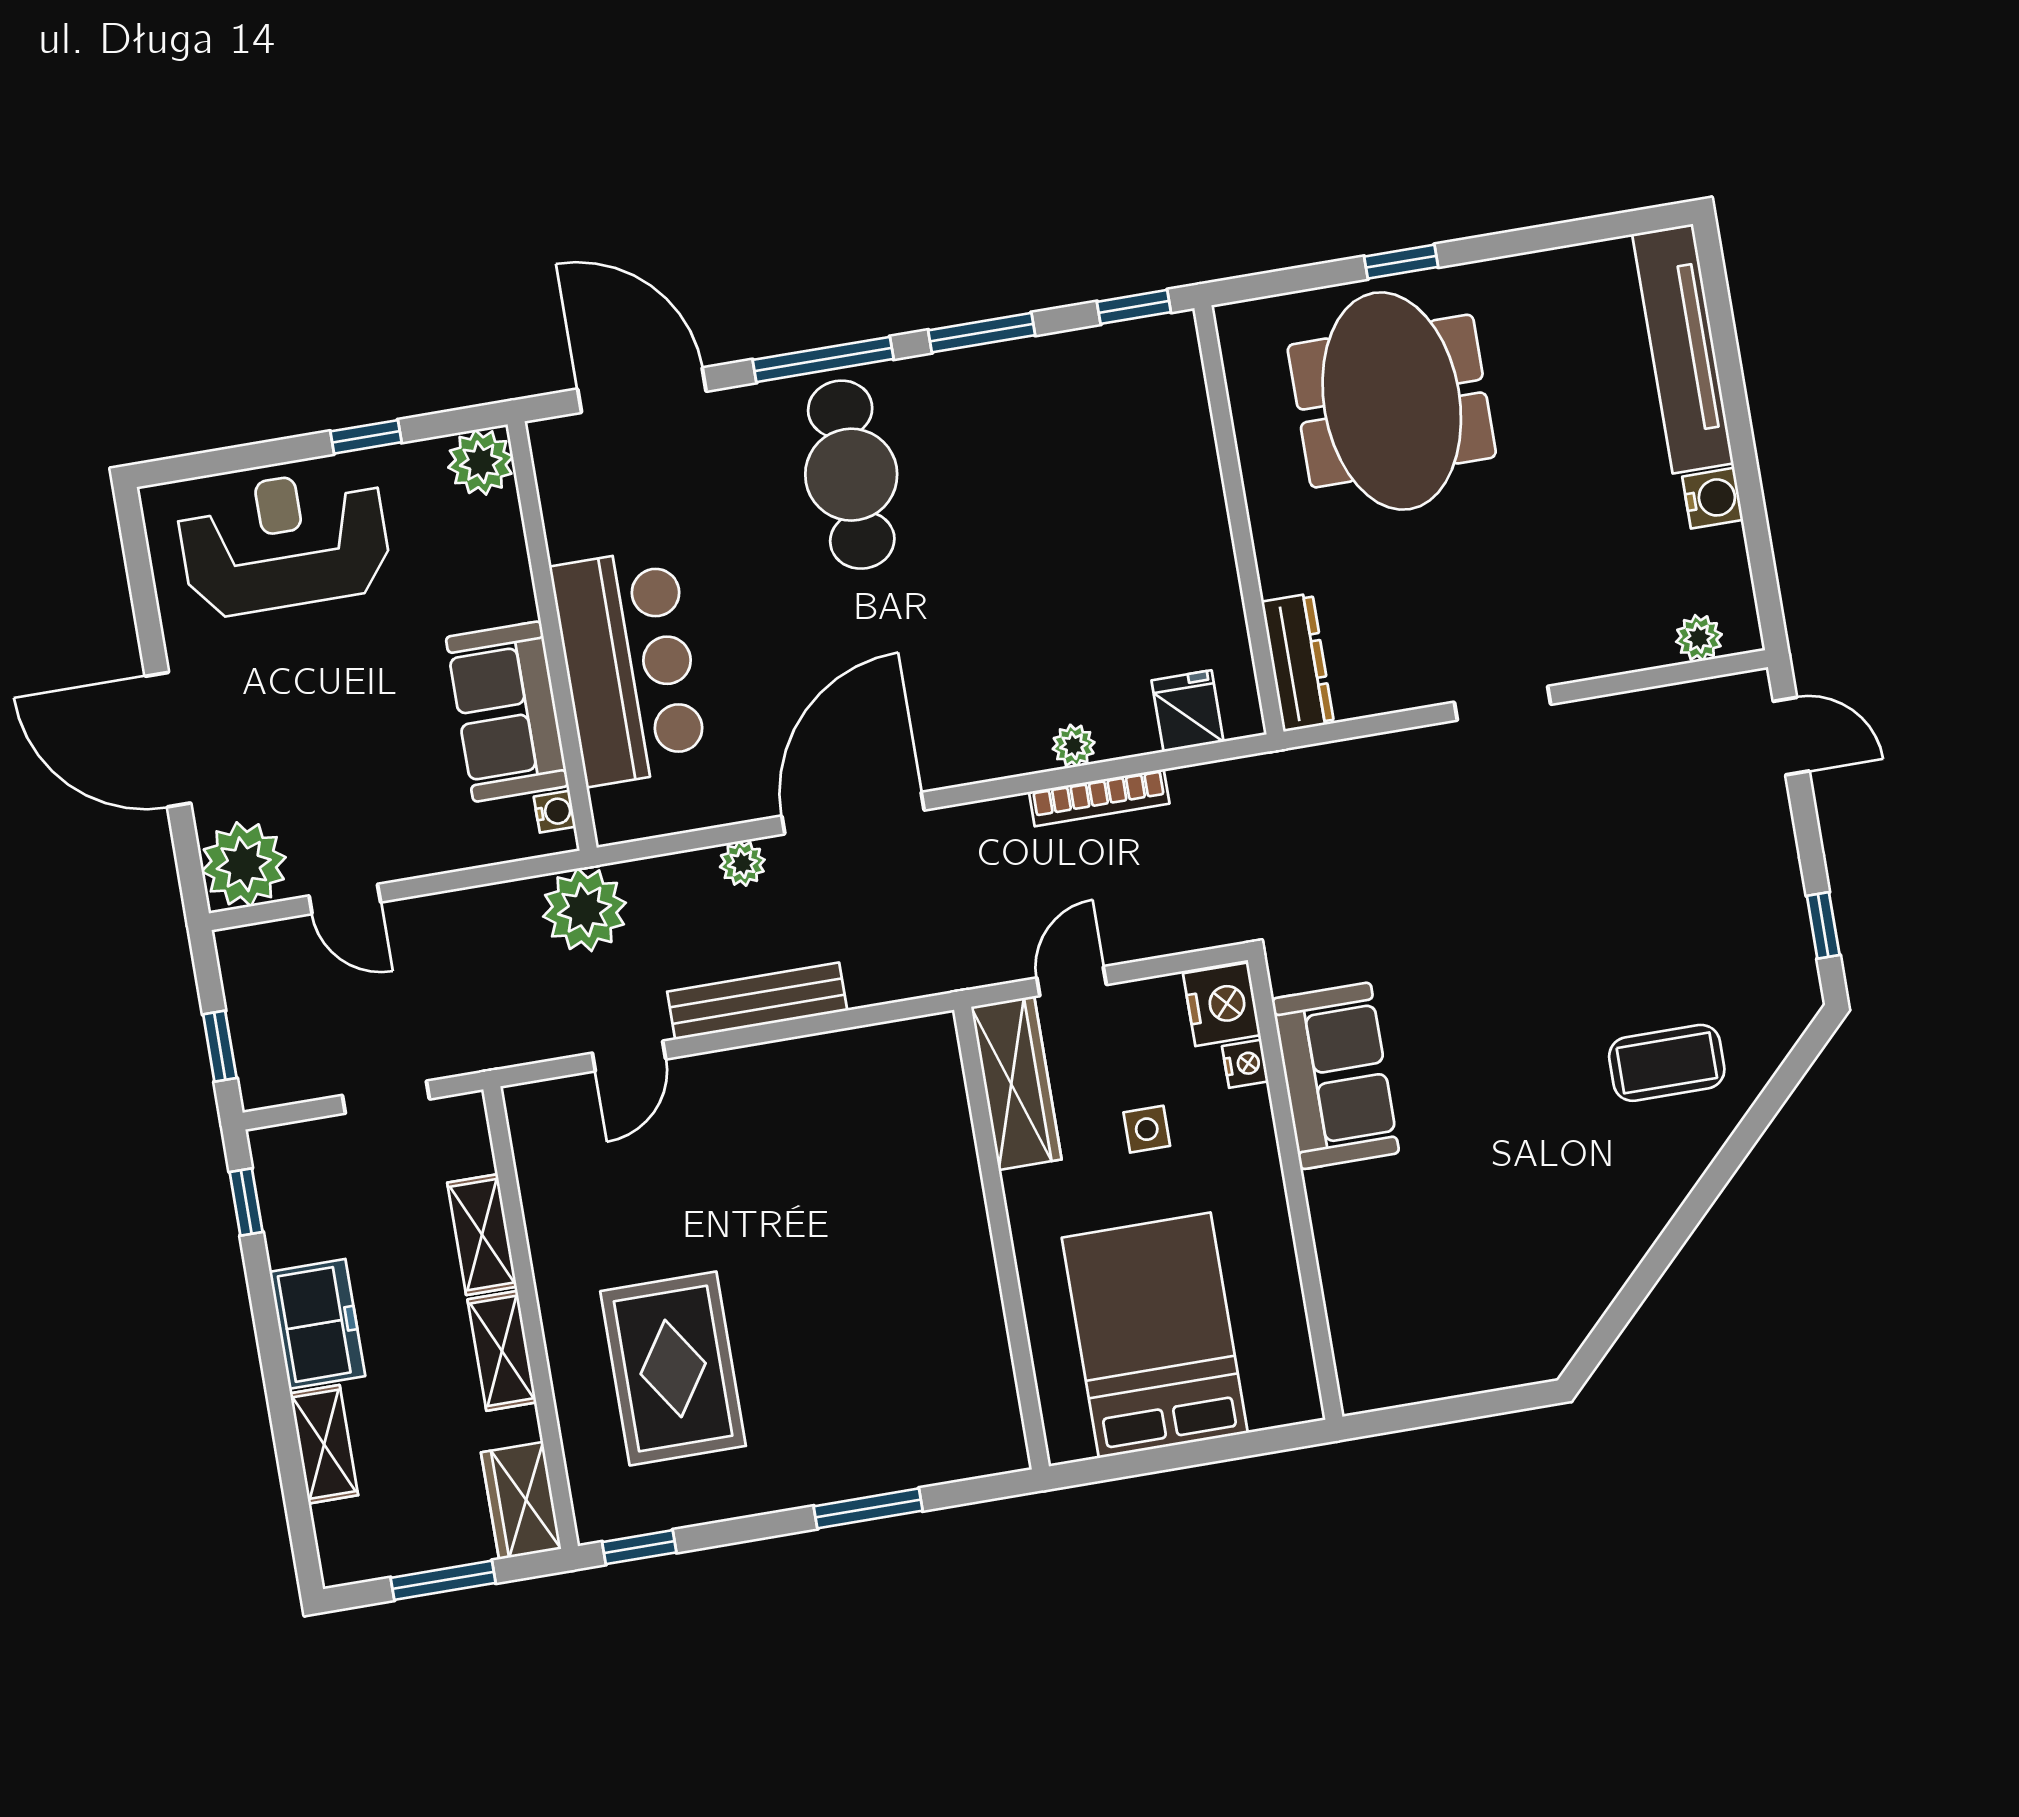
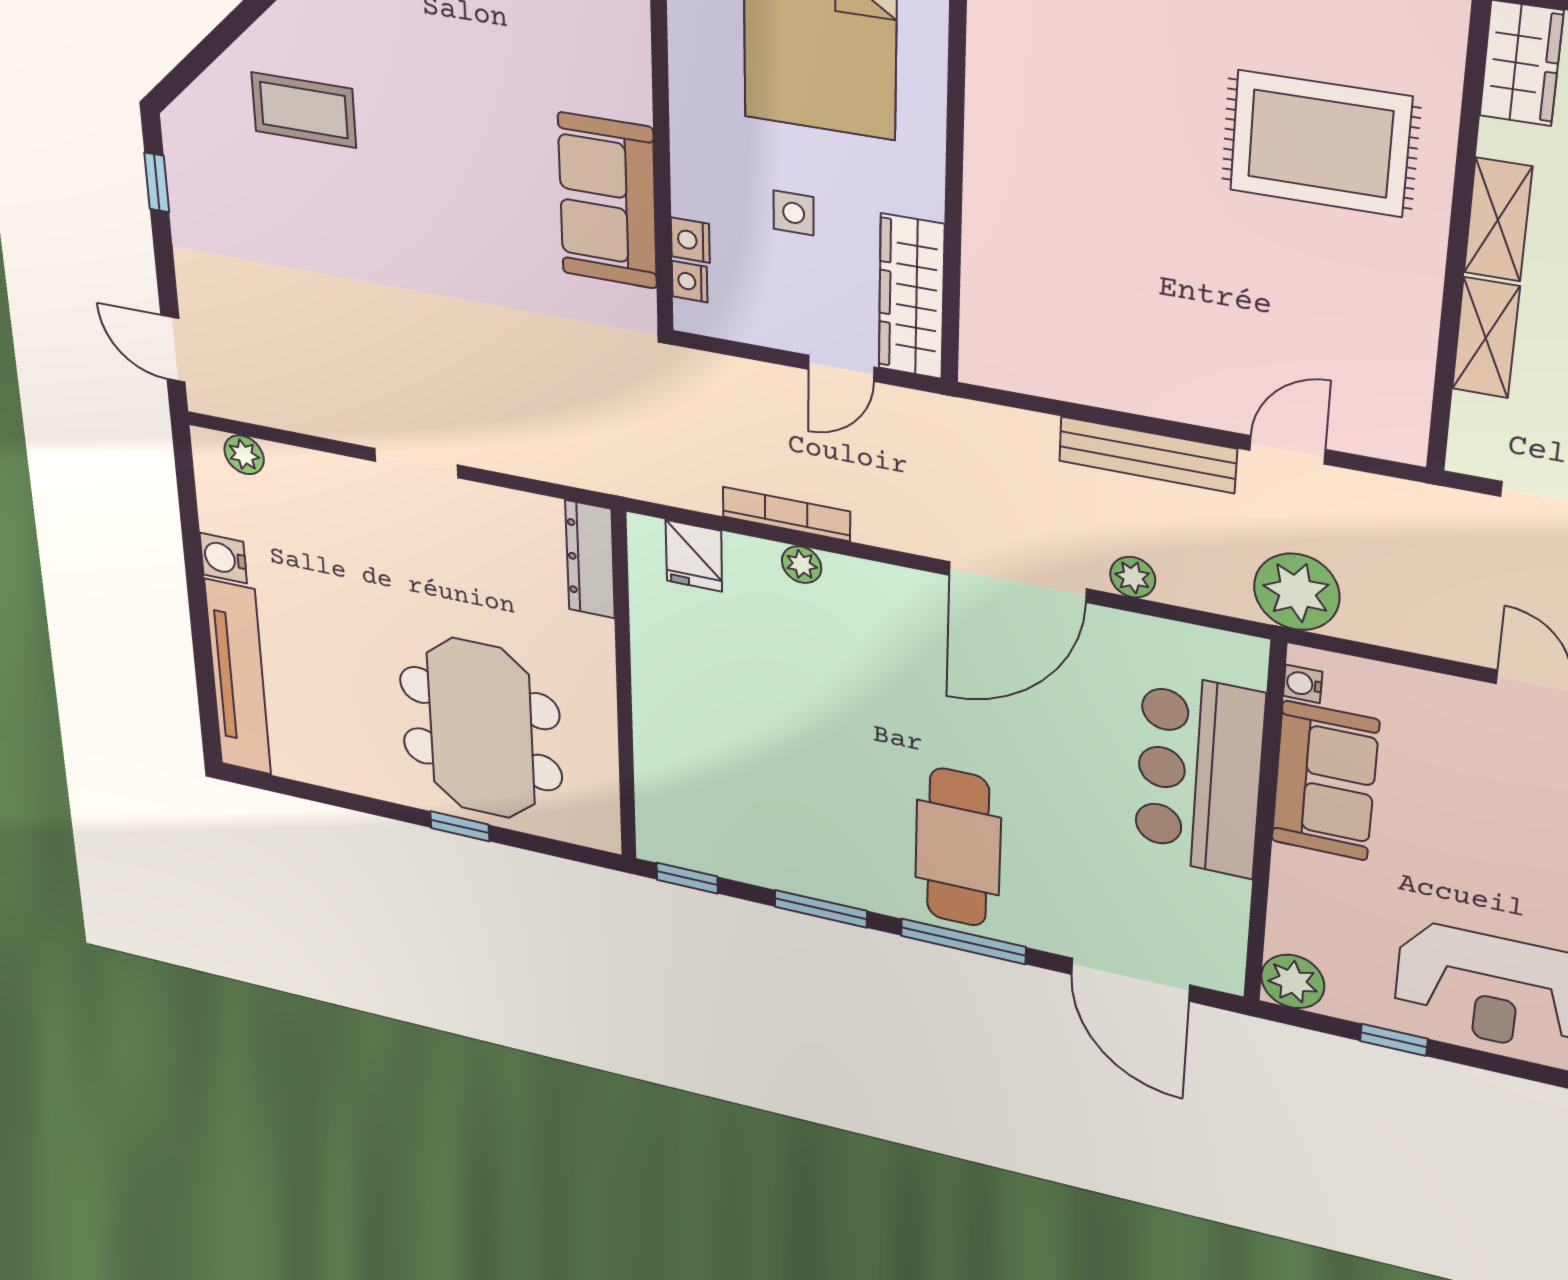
nightstand: (1222, 1004) -> (690, 282), width x0.53, depth x0.56
rug: (673, 1369) -> (1320, 144), turned 90

